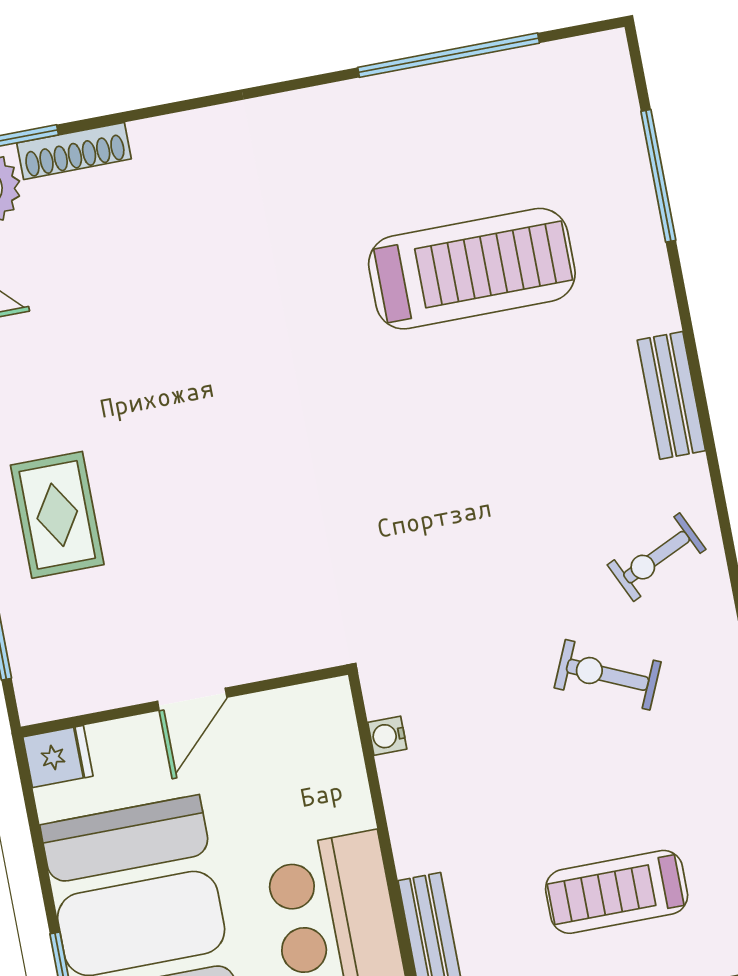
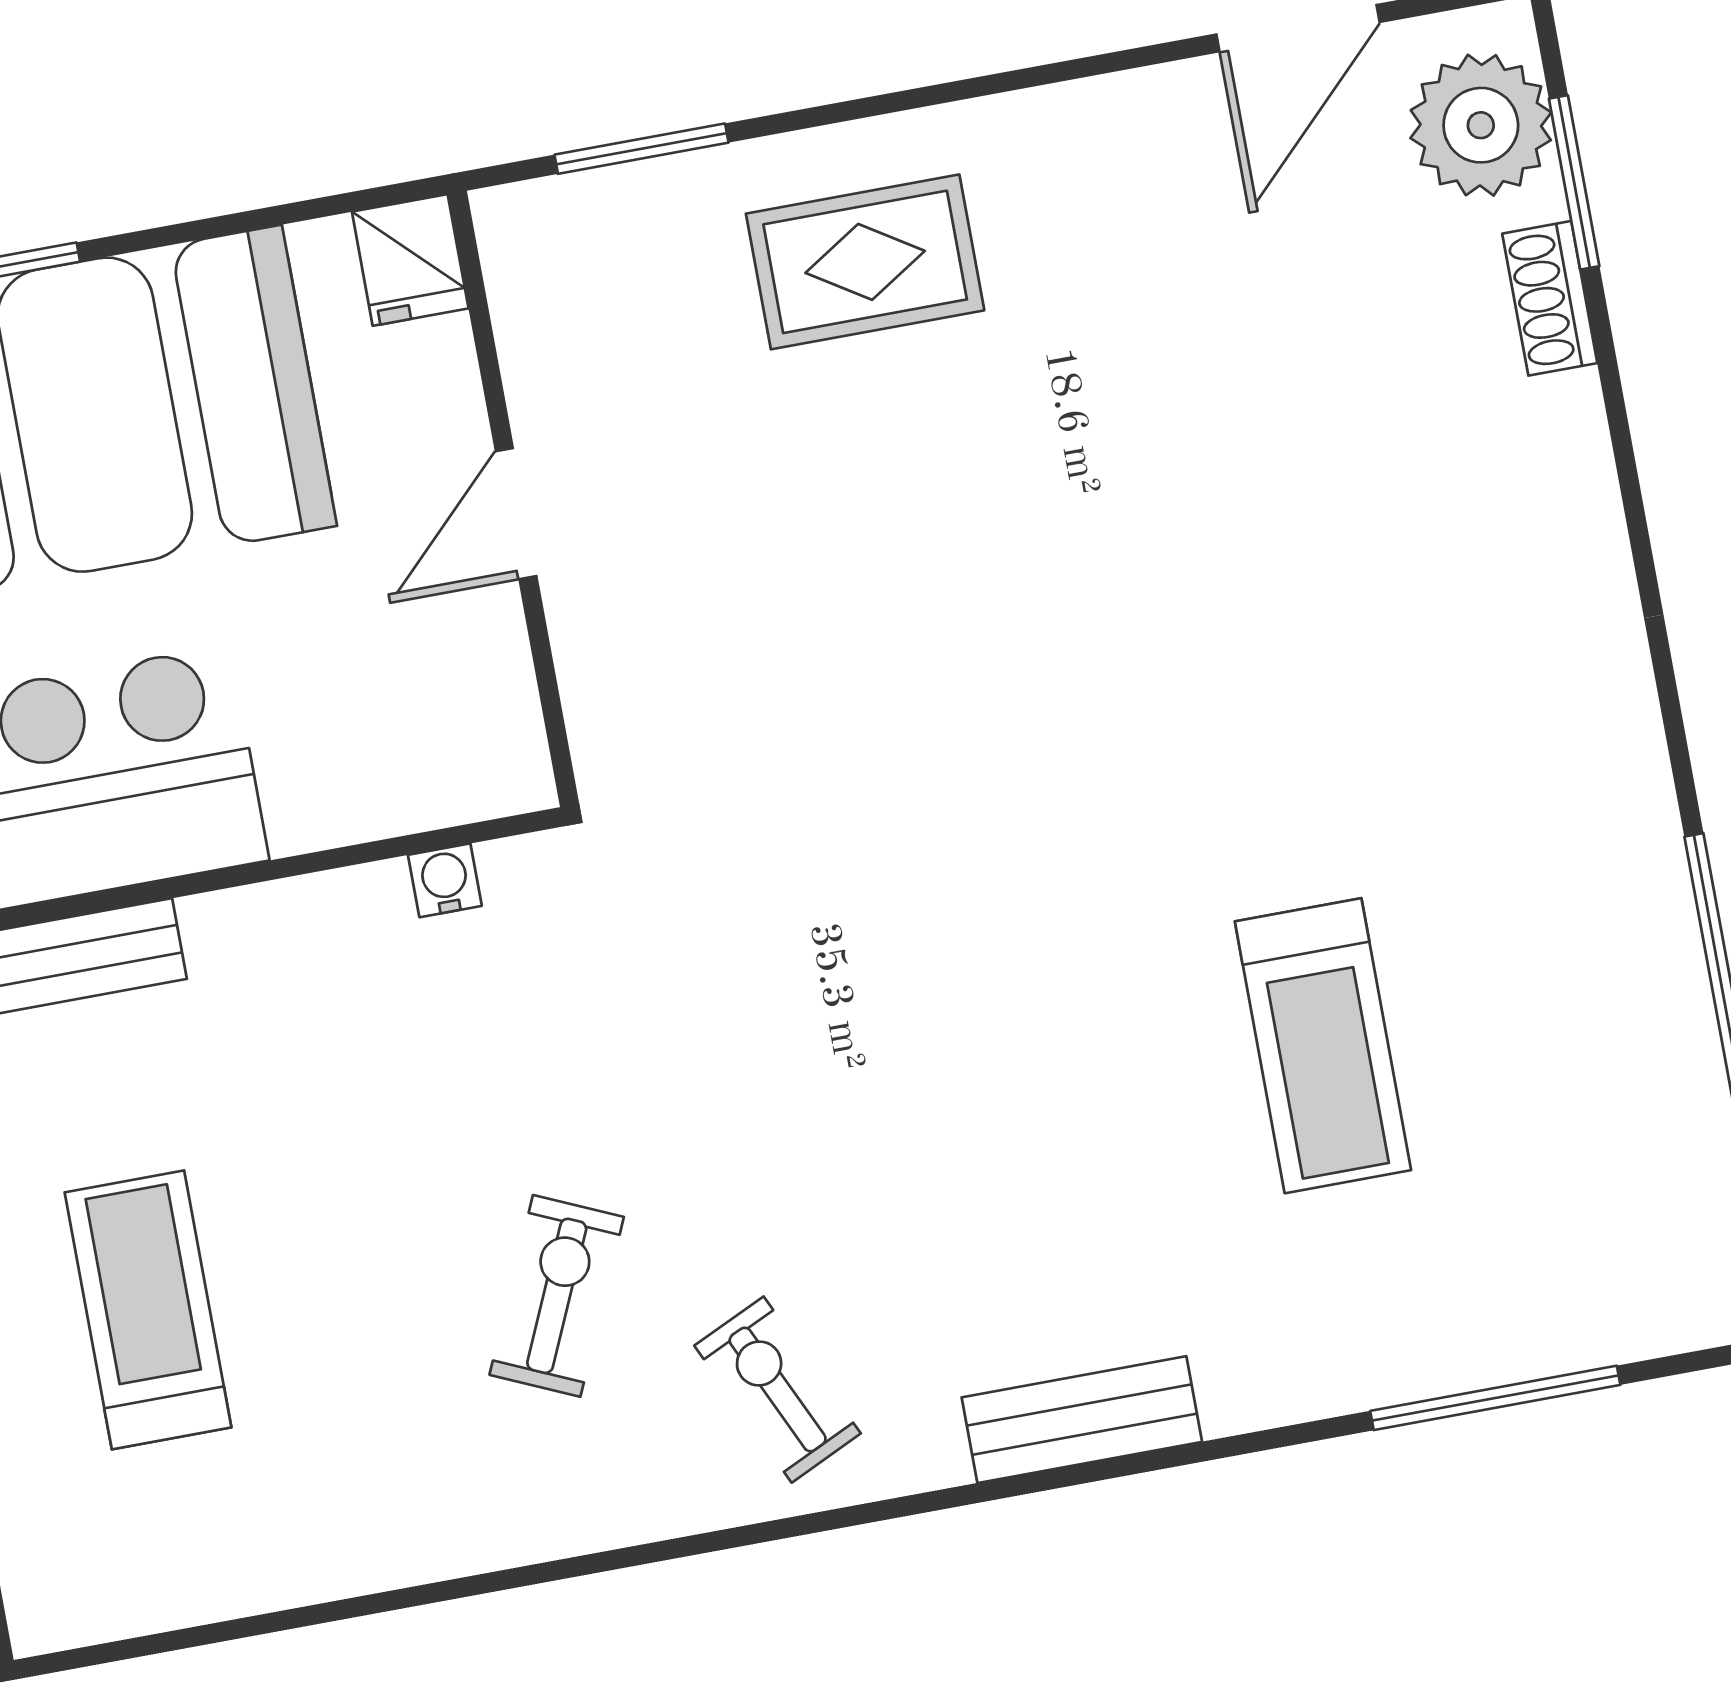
shoe rack: (74, 151) -> (1550, 298), width x0.70
treadmill: (472, 269) -> (1323, 1046), width x0.73, depth x0.73
door: (192, 699) -> (516, 514), hinge flipped

